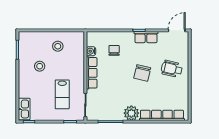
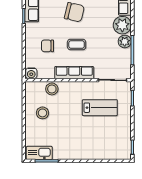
water cooler: (91, 51) -> (31, 73), moved
stool: (40, 66) -> (52, 89), moved
coffee table: (115, 75) -> (77, 44), added
kitchen sink: (24, 109) -> (39, 153), moved
plant: (118, 115) -> (125, 41), added

